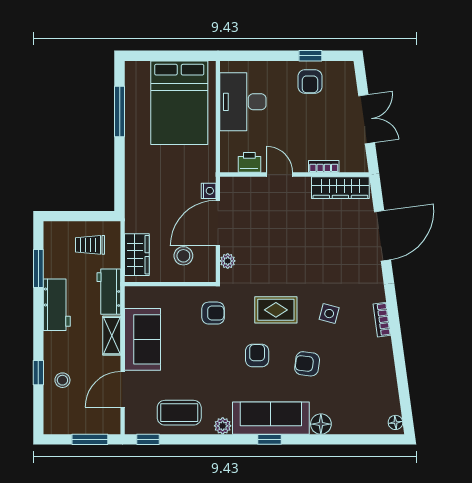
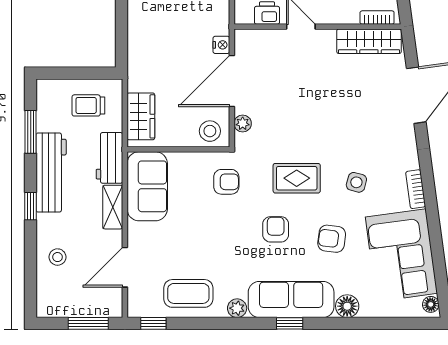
bookcase: (324, 166) -> (377, 18), moved
stool: (183, 256) -> (210, 131), moved
workbench: (57, 305) -> (51, 173), width x1.38
sofa: (142, 339) -> (147, 186), moved
window: (38, 373) -> (31, 206), moved
corner sofa: (369, 378) -> (401, 255), added

